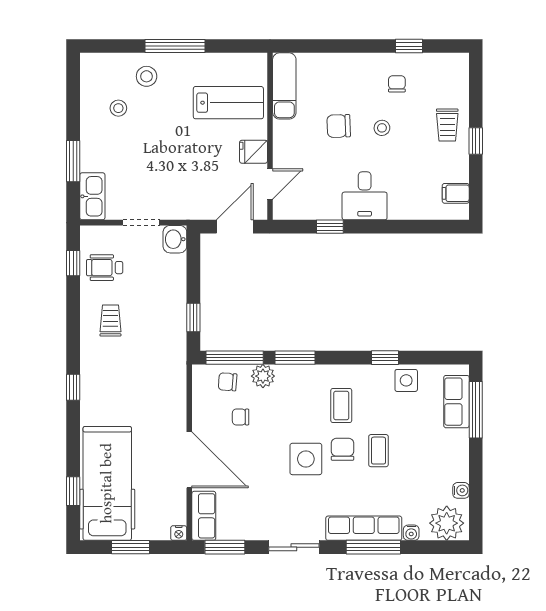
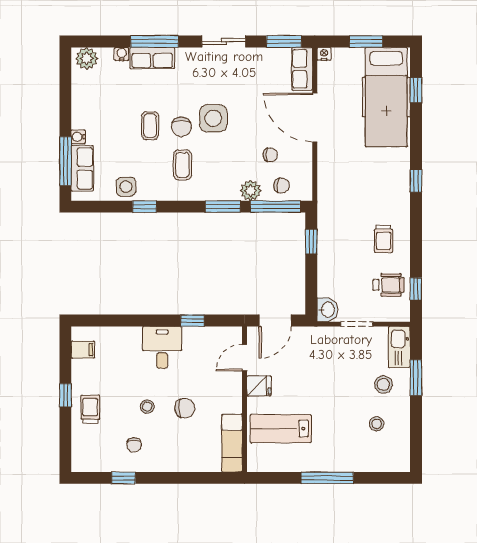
stool: (147, 76) -> (383, 384), moved
water cooler: (461, 490) -> (78, 137), moved
plant: (447, 523) -> (87, 58), width x0.73, depth x0.73
row of seats: (364, 528) -> (152, 58), width x0.68

